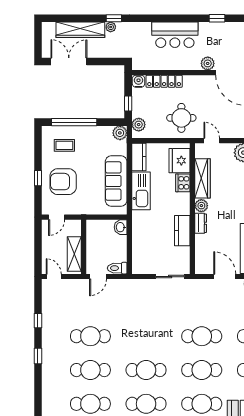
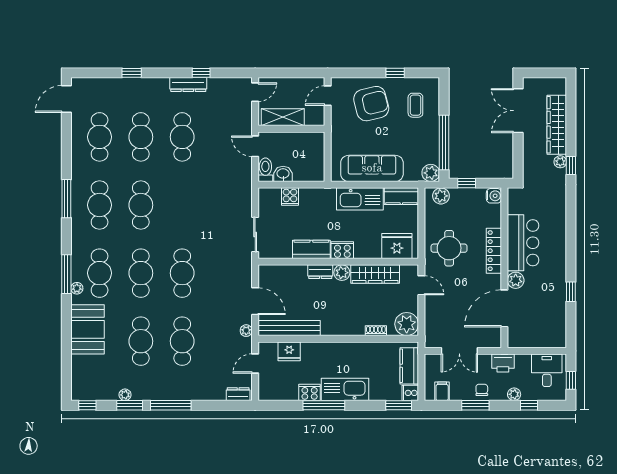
bar counter: (175, 35) -> (523, 243), moved, turned 180
double door: (69, 62) -> (518, 111), swing flipped
locker: (164, 81) -> (494, 251), moved
window: (74, 122) -> (444, 142), moved
door: (212, 141) -> (421, 285), hinge flipped
window: (38, 178) -> (395, 73), moved
armchair: (63, 182) -> (371, 104), turned 76
cooker: (183, 183) -> (342, 250), moved
door: (57, 217) -> (328, 96), hinge flipped
washbasin: (121, 227) -> (283, 174), moved
cooker: (139, 248) -> (290, 197), added
door: (225, 277) -> (255, 301), hinge flipped
dresser: (48, 331) -> (188, 85), added
window: (38, 356) -> (132, 73), moved

